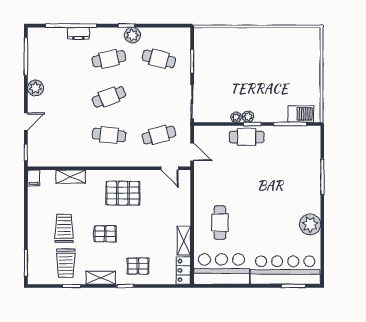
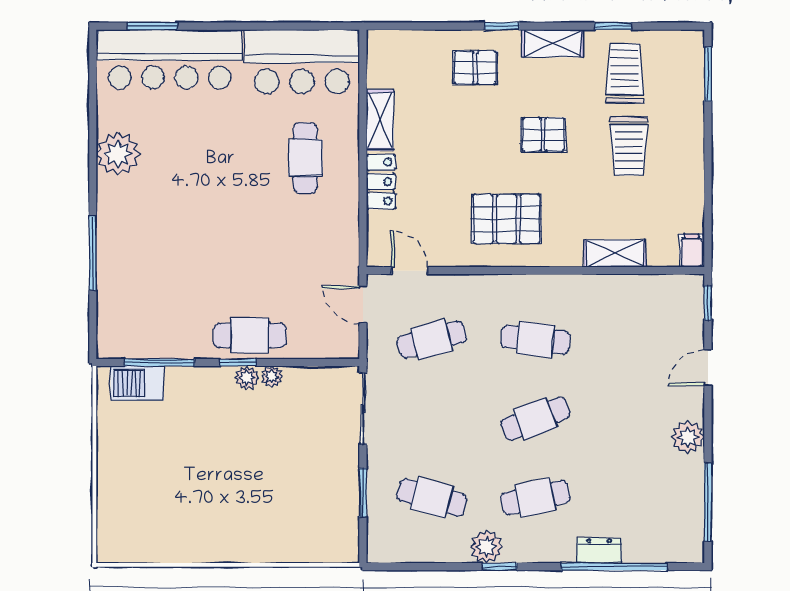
locker: (183, 270) -> (381, 182), moved

